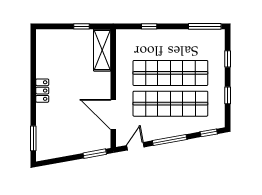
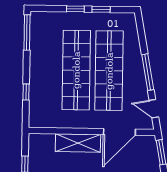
shelving: (102, 50) -> (78, 143), moved
window: (228, 59) -> (75, 9), moved
window: (209, 133) -> (141, 30), removed

